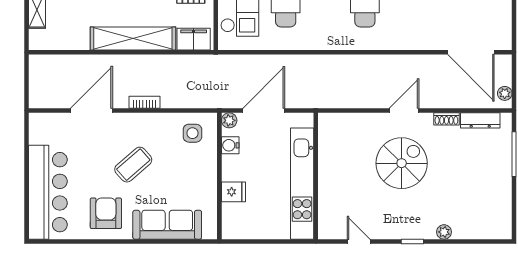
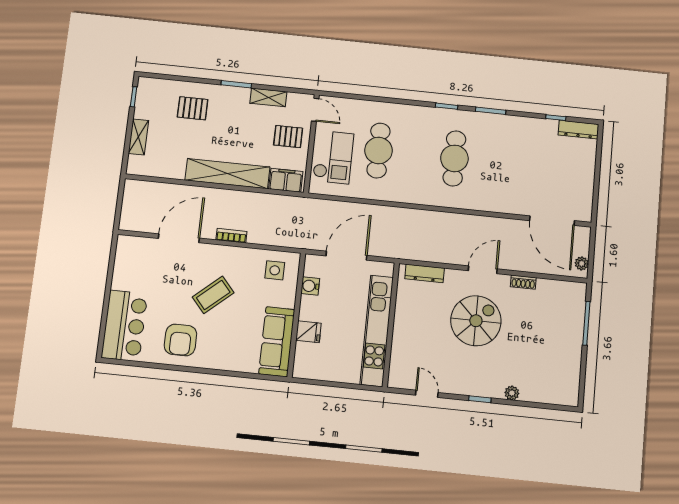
plant: (229, 120) -> (312, 262), removed
dresser: (480, 120) -> (425, 273), moved
bar counter: (48, 192) -> (124, 326), width x0.73
armchair: (106, 213) -> (180, 340), turned 180
sofa: (167, 225) -> (277, 342), moved, turned -90

